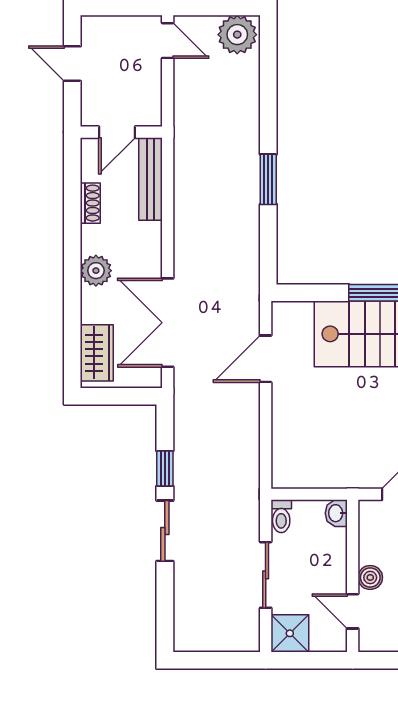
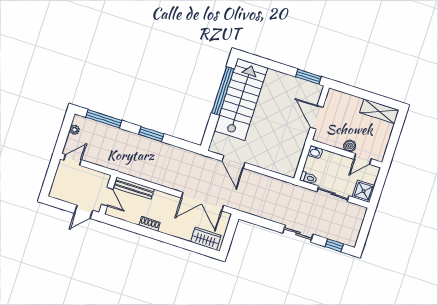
plant: (237, 35) -> (75, 130), width x0.53, depth x0.53
door: (72, 64) -> (84, 212), moved
window: (268, 76) -> (104, 119), added
shoe rack: (90, 203) -> (150, 224), moved
plant: (96, 271) -> (168, 227), removed
window: (165, 468) -> (334, 245), moved

